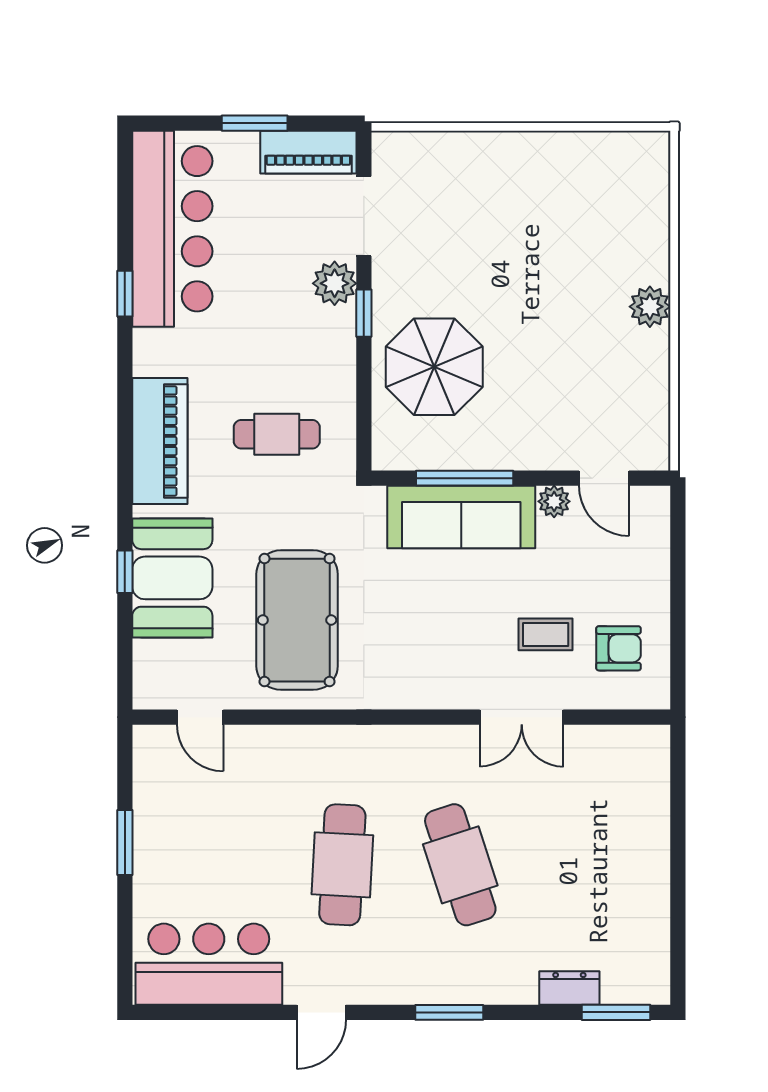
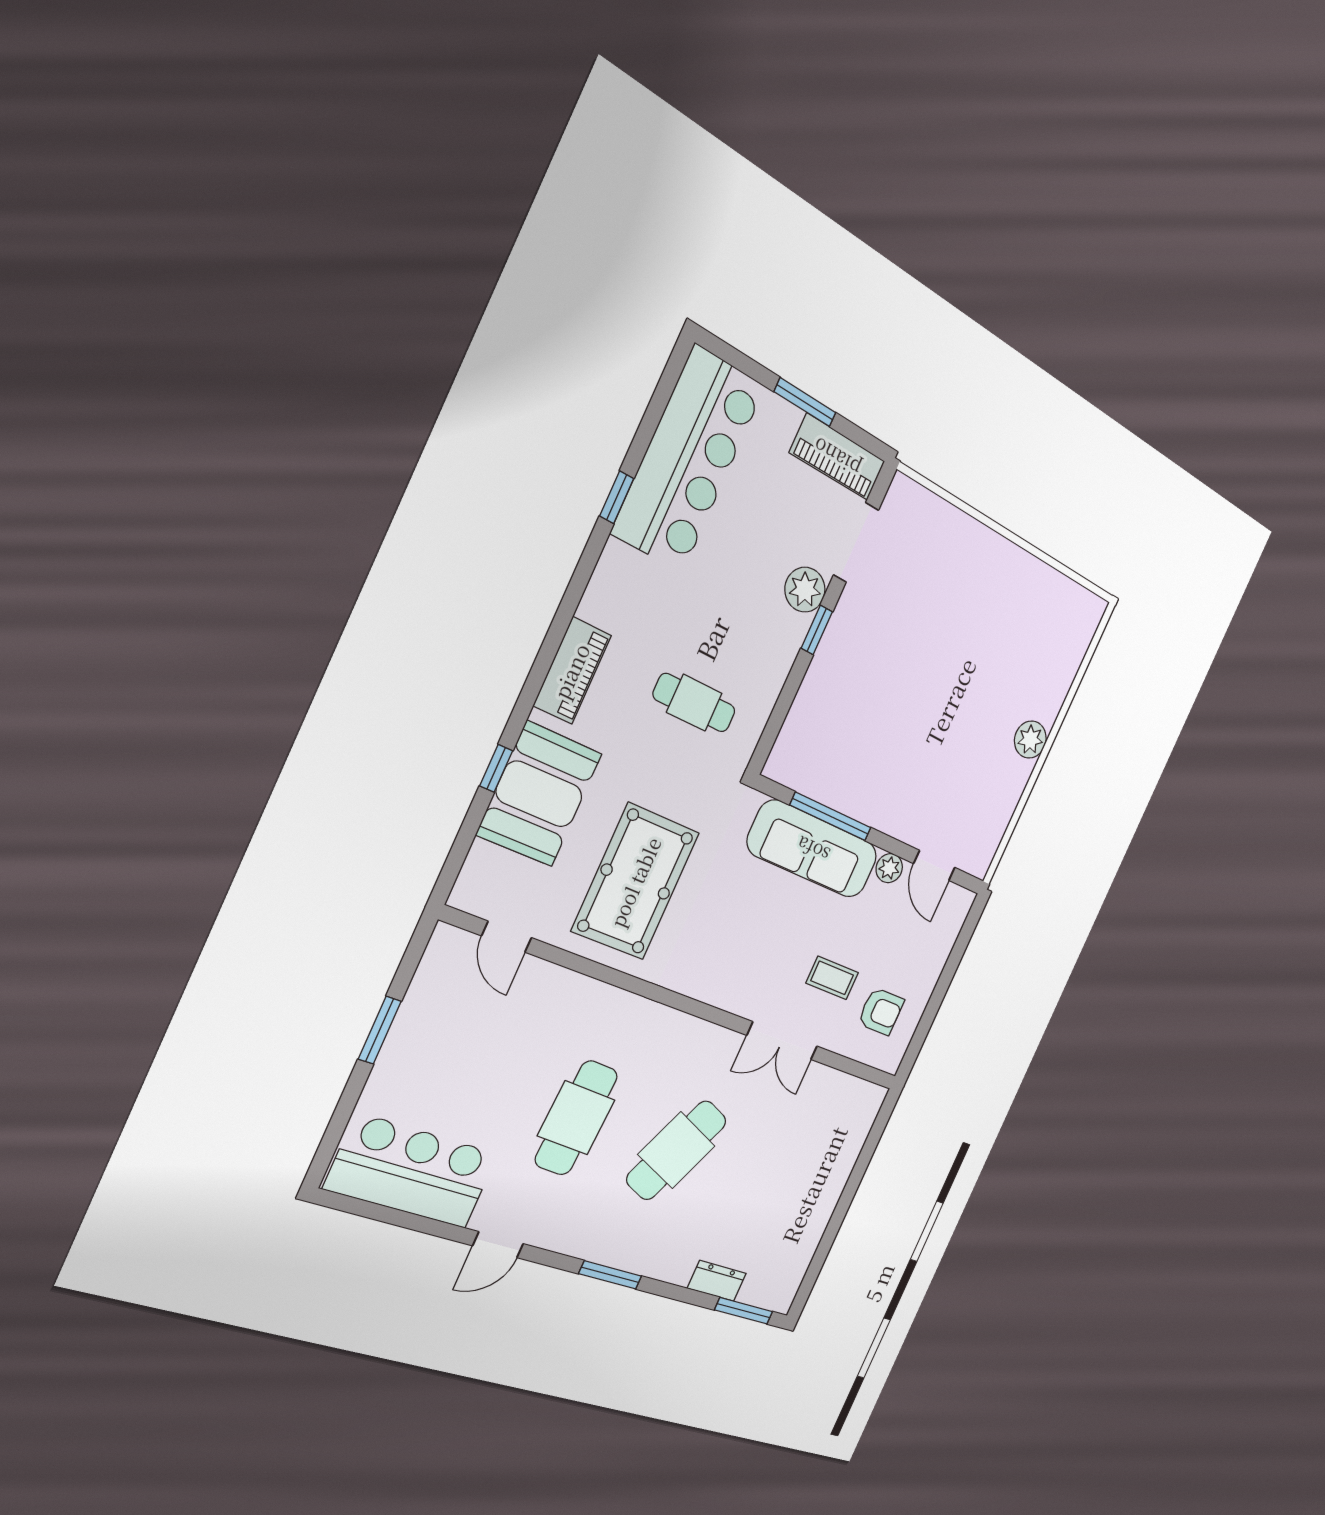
parasol: (434, 367) -> (851, 707), removed
piano: (160, 441) -> (572, 671), width x0.73, depth x0.75
cafe table: (460, 865) -> (677, 1150), turned 42

